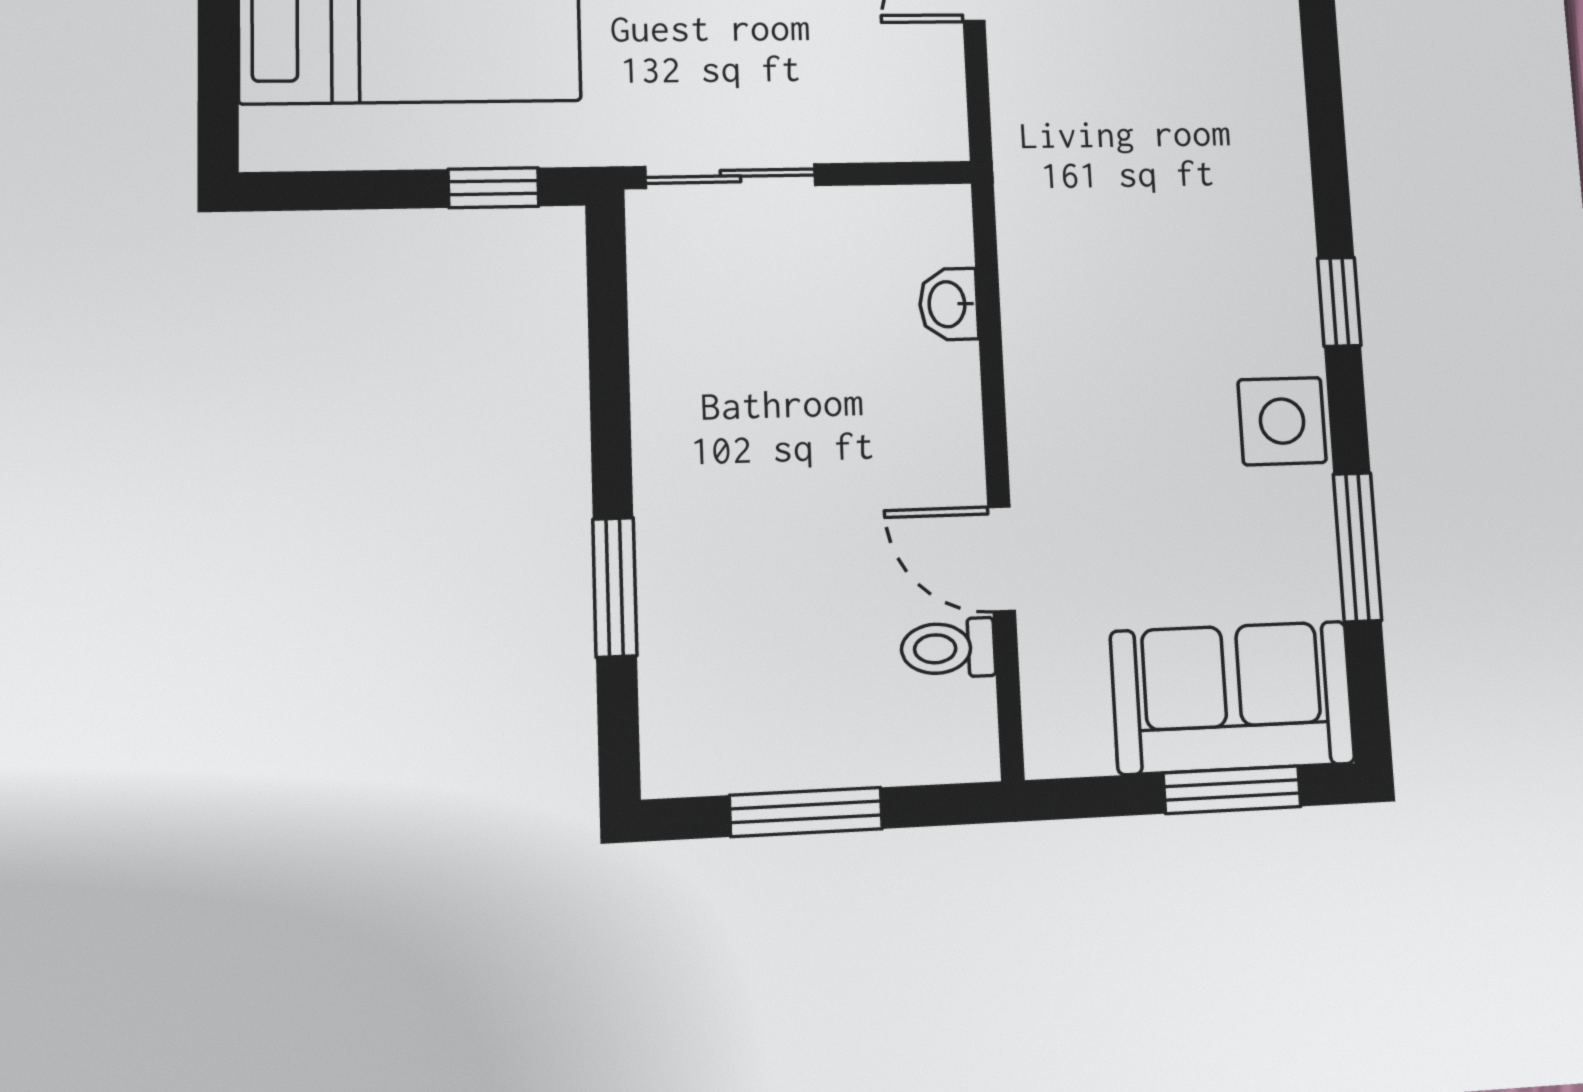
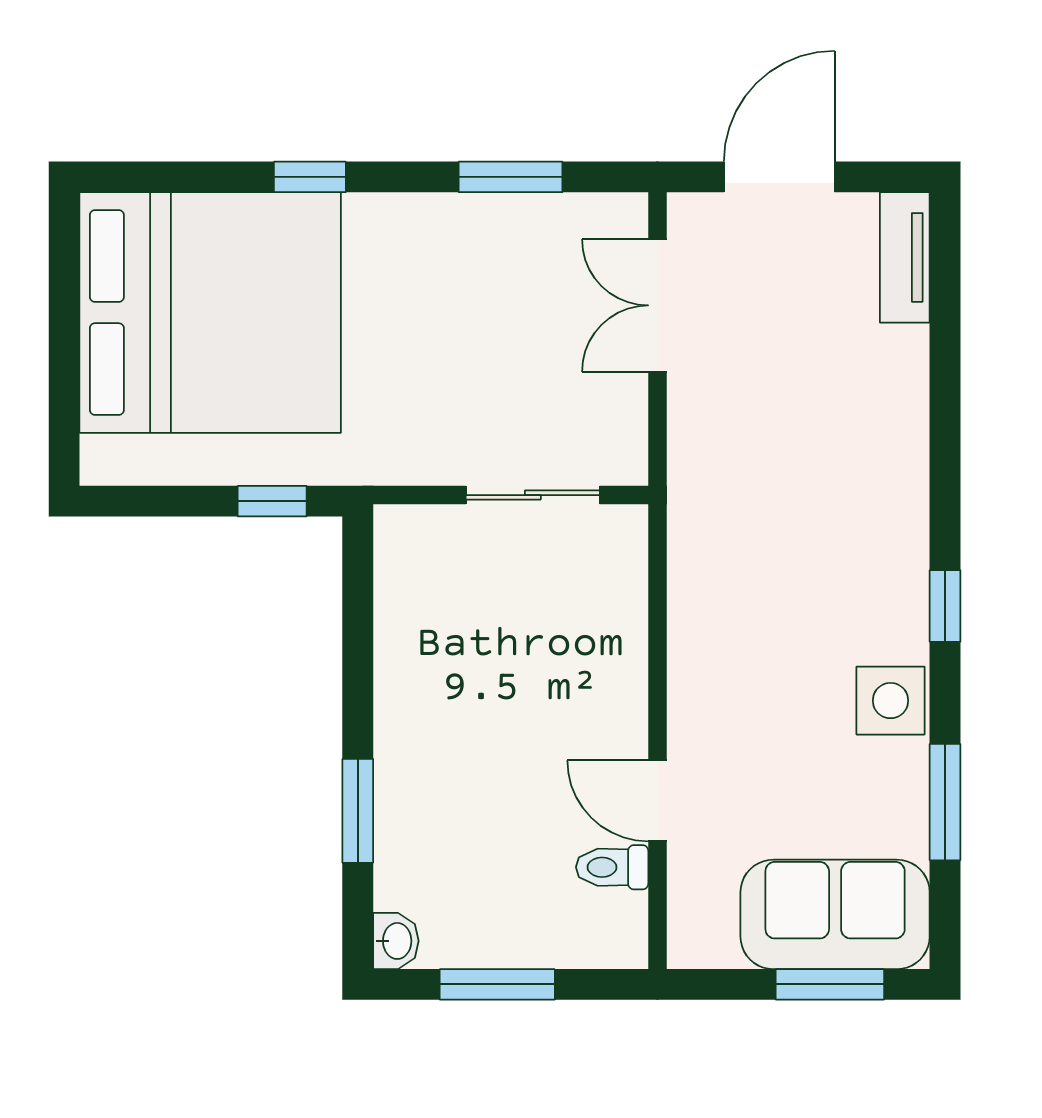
sliding door: (730, 176) -> (533, 495), moved
washbasin: (949, 304) -> (396, 941), moved, turned 180

